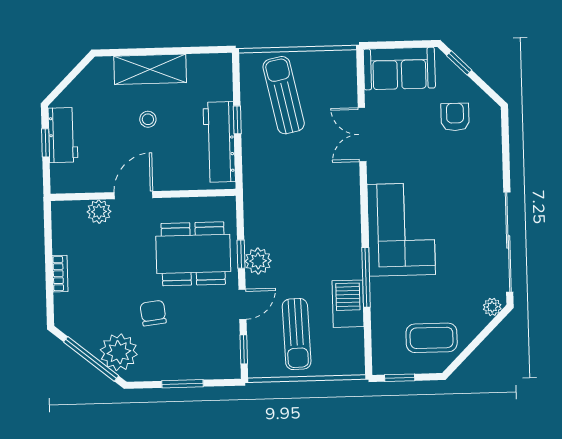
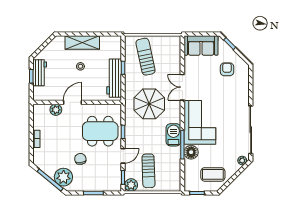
double door: (362, 134) -> (182, 87), moved
parasol: (294, 194) -> (149, 104), added
plant: (258, 261) -> (131, 185), moved
floor lamp: (385, 293) -> (191, 152), added
barbecue: (348, 304) -> (173, 135), moved

